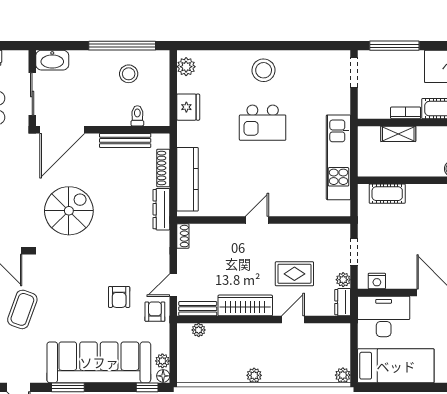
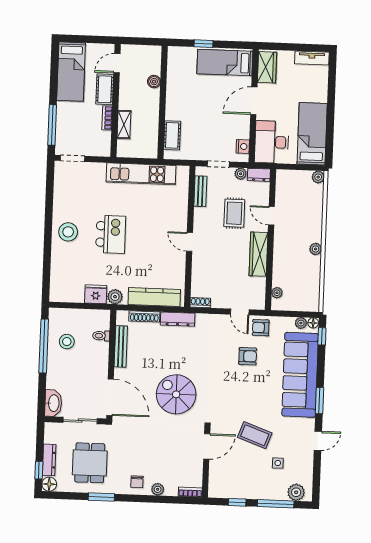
plant: (186, 67) -> (115, 297), moved
bench: (198, 309) -> (200, 191), moved

